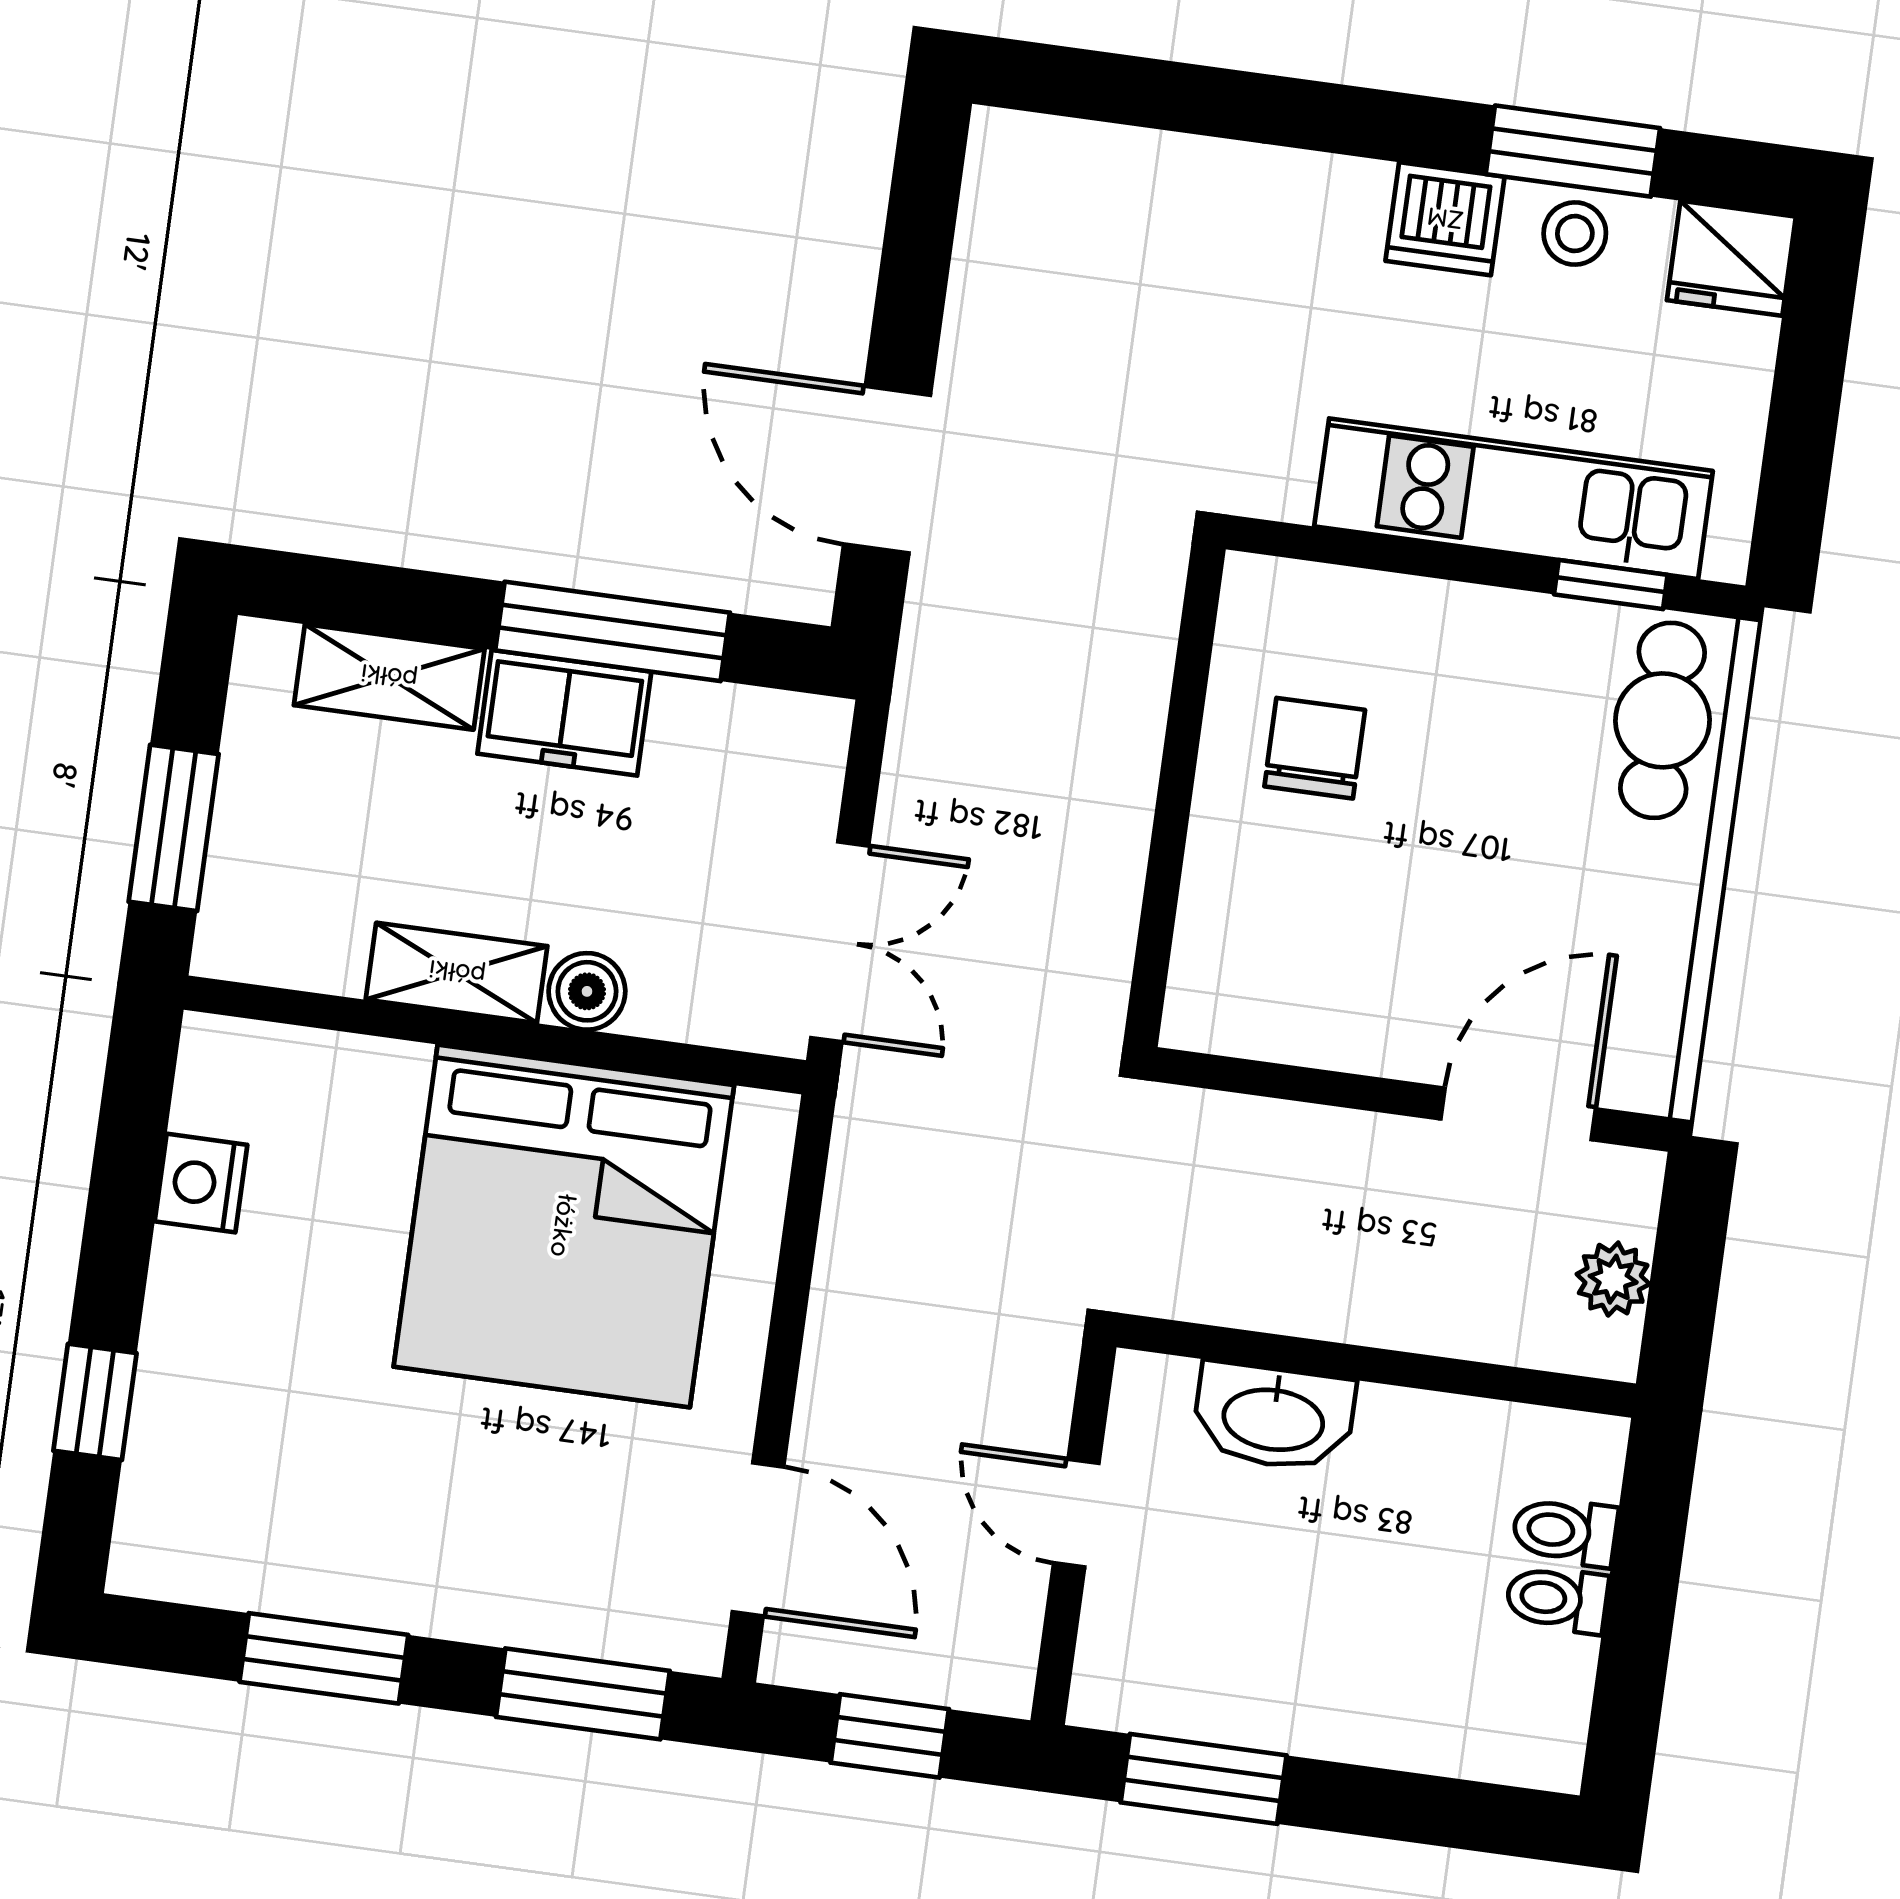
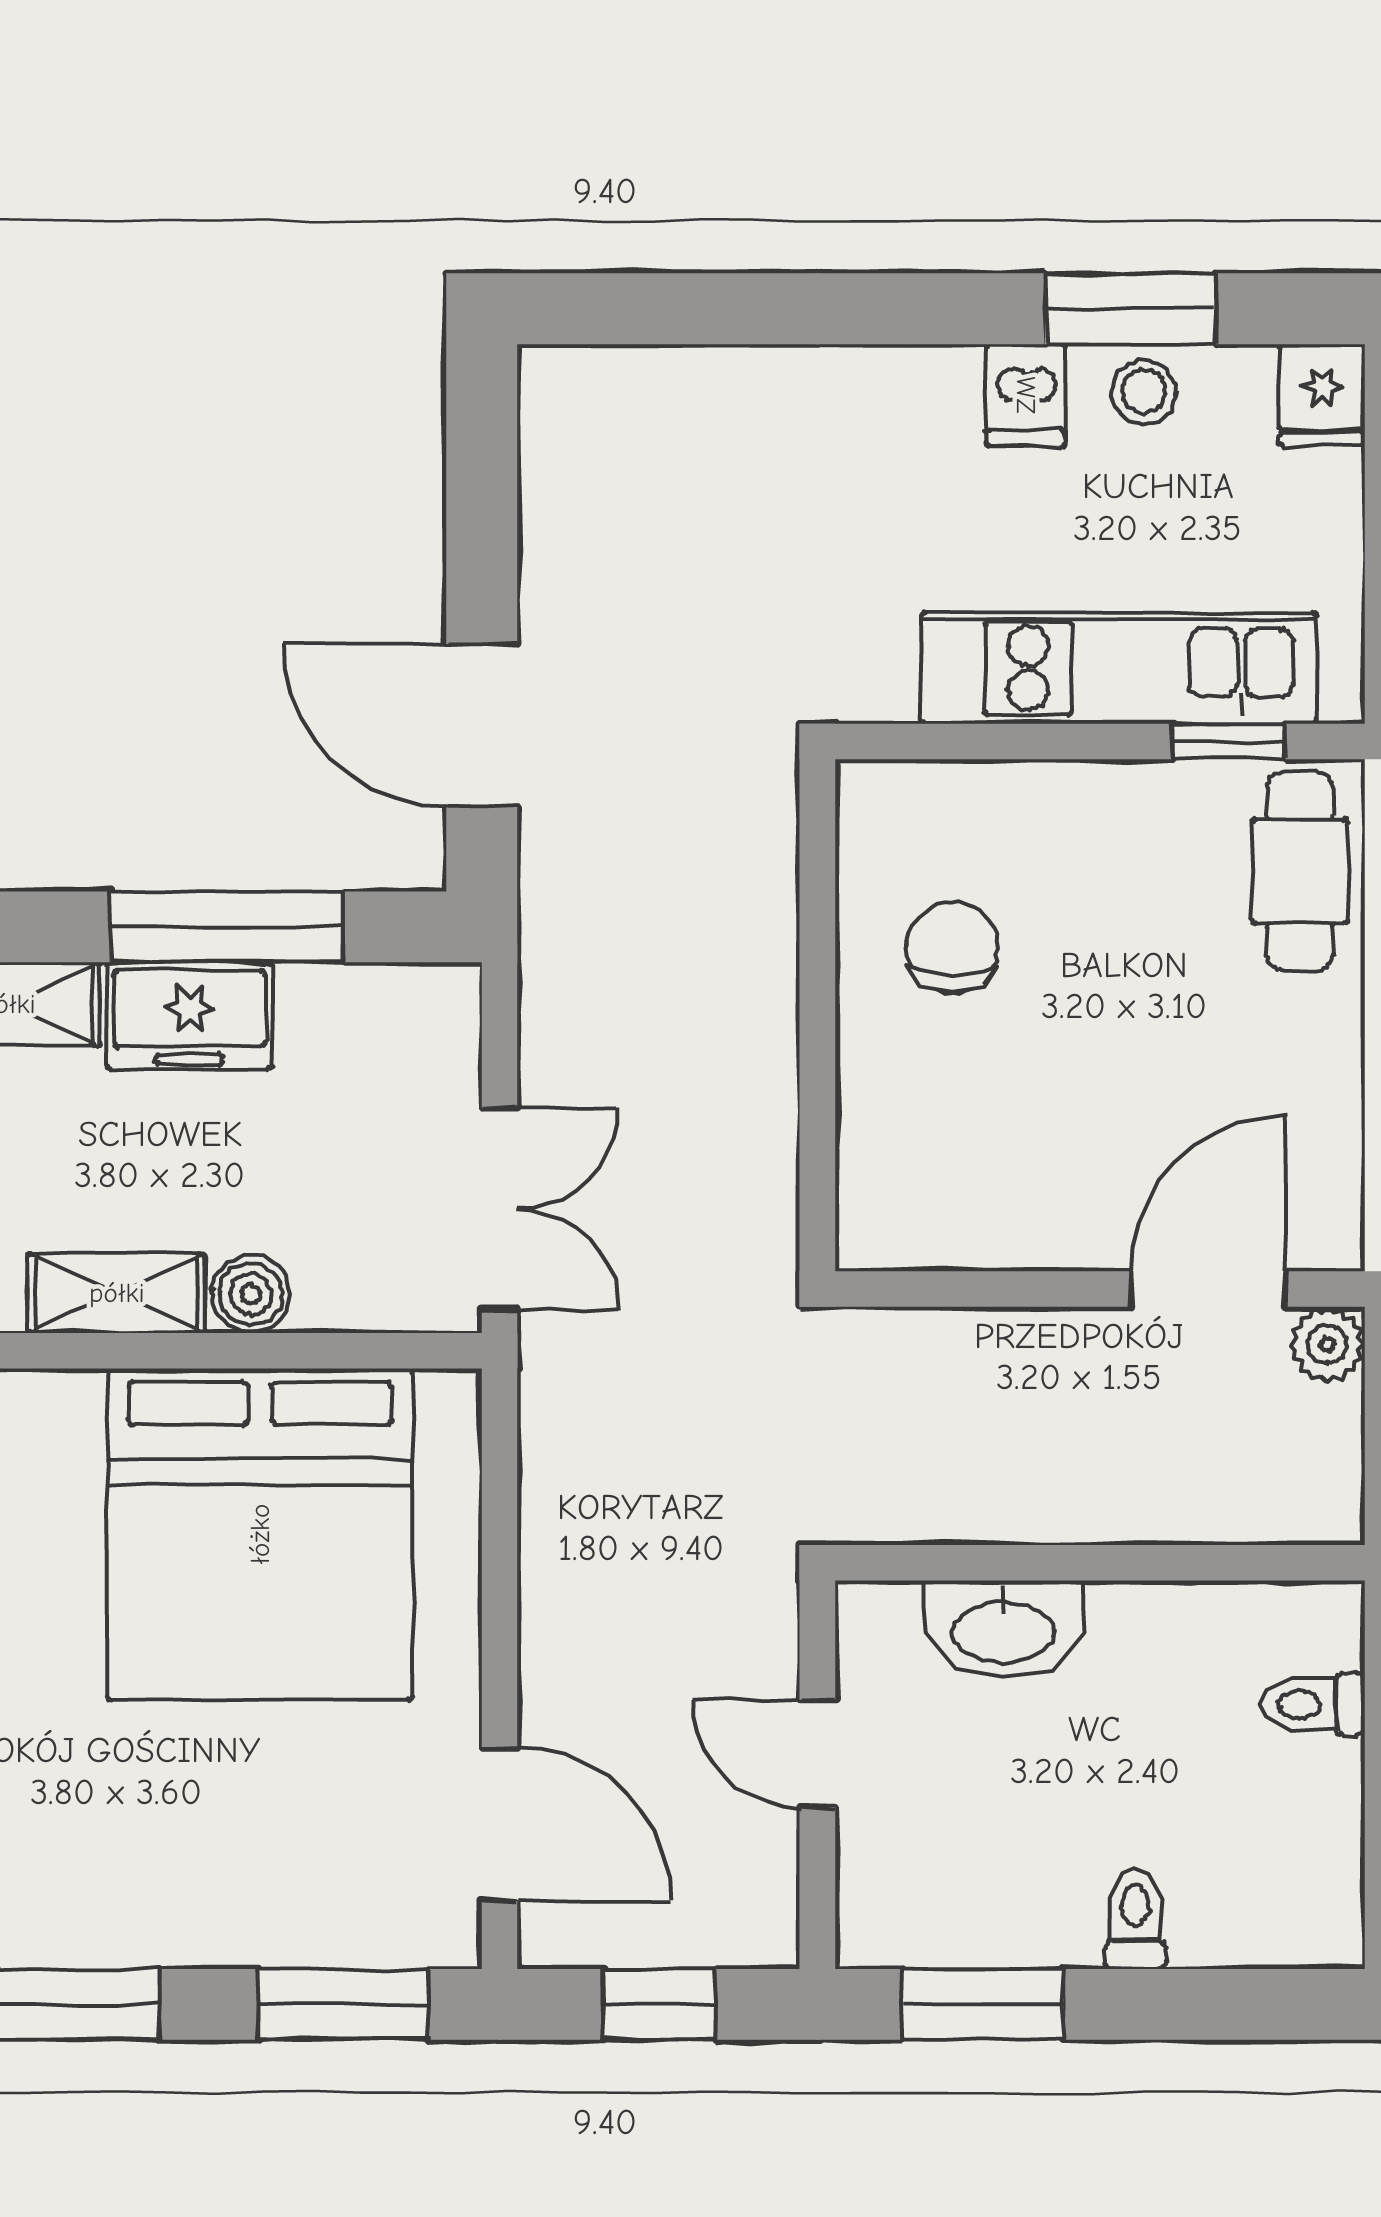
dishwasher: (1445, 219) -> (1026, 395), width x0.73
fridge: (1731, 258) -> (1322, 395), width x0.72
plant: (1613, 1279) -> (1327, 1344), moved
toilet: (1557, 1599) -> (1135, 1919), moved, turned 90

